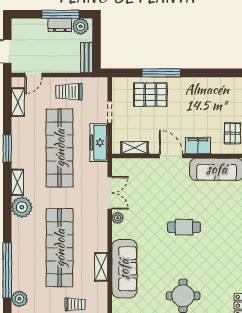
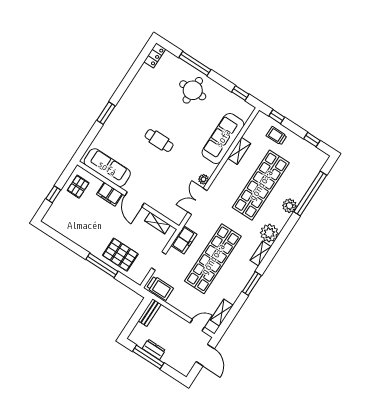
plant: (81, 26) -> (139, 338), removed
trolley: (69, 92) -> (160, 288), moved
freezer: (99, 143) -> (184, 240), width x0.71
plant: (19, 299) -> (289, 206), moved

